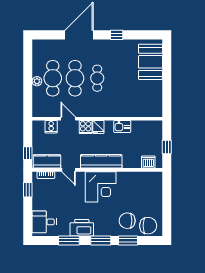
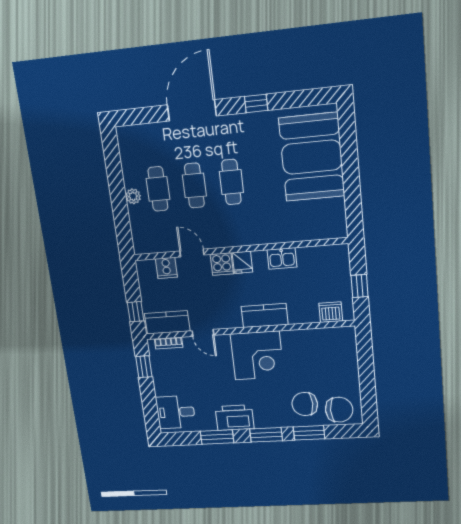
booth: (150, 62) -> (312, 157), width x1.36, depth x1.42
cafe table: (53, 78) -> (158, 189), width x0.73, depth x0.74
cafe table: (75, 78) -> (194, 185), width x0.73, depth x0.74
kitchen counter: (101, 161) -> (265, 316), width x0.67

